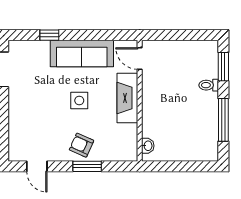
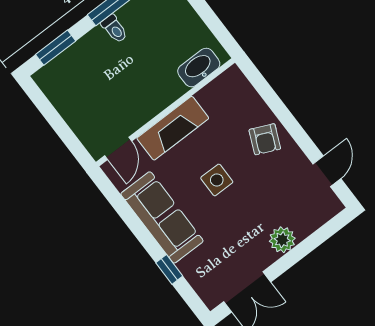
toilet: (209, 85) -> (114, 29), moved
plant: (17, 112) -> (282, 240), added
washbasin: (148, 146) -> (199, 68), width x1.91, depth x1.45
window: (87, 166) -> (284, 115), removed

